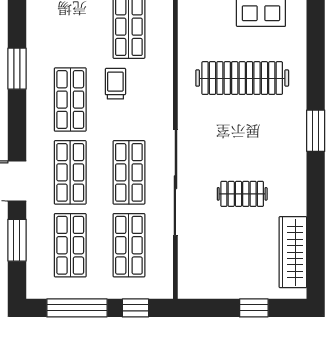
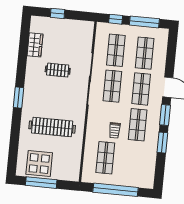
window: (17, 240) -> (165, 115), moved
wardrobe: (293, 252) -> (35, 45), width x0.67

